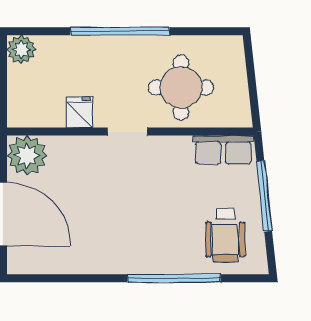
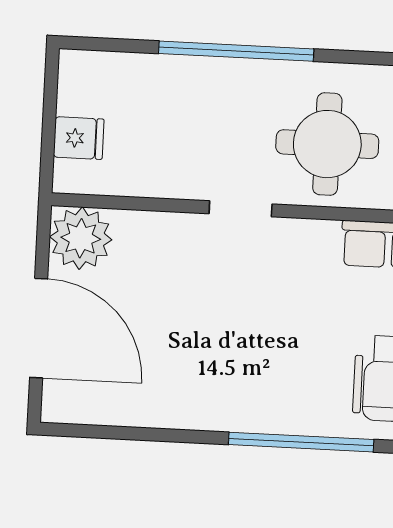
plant: (21, 49) -> (80, 72), removed
fridge: (80, 112) -> (79, 138), moved, turned 90

